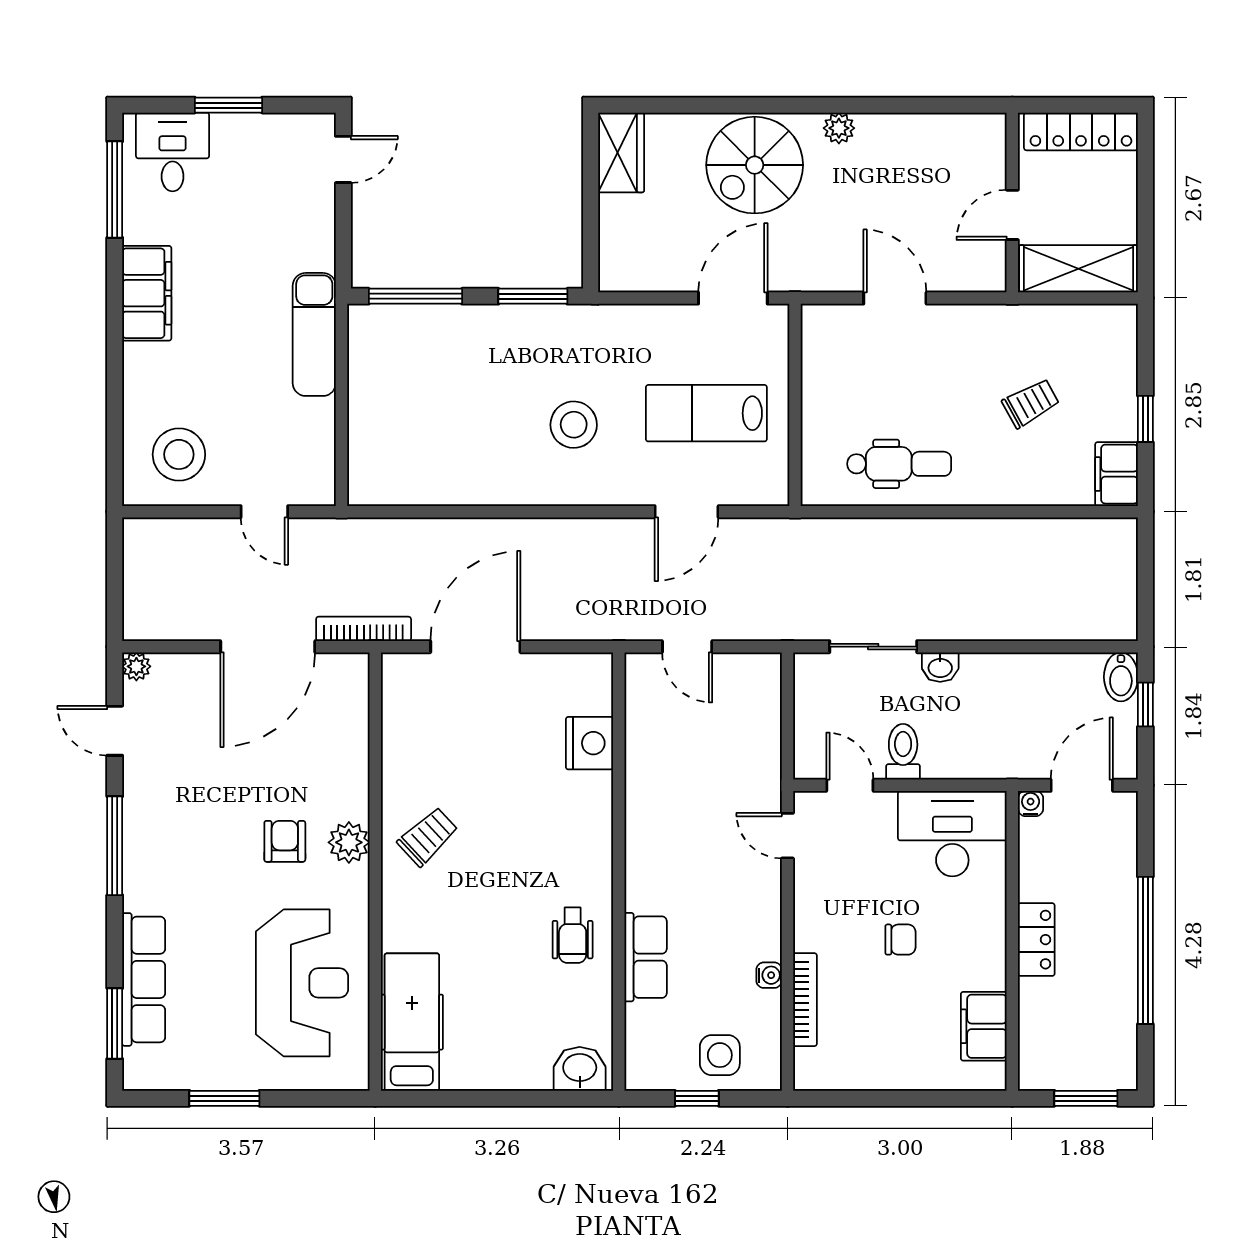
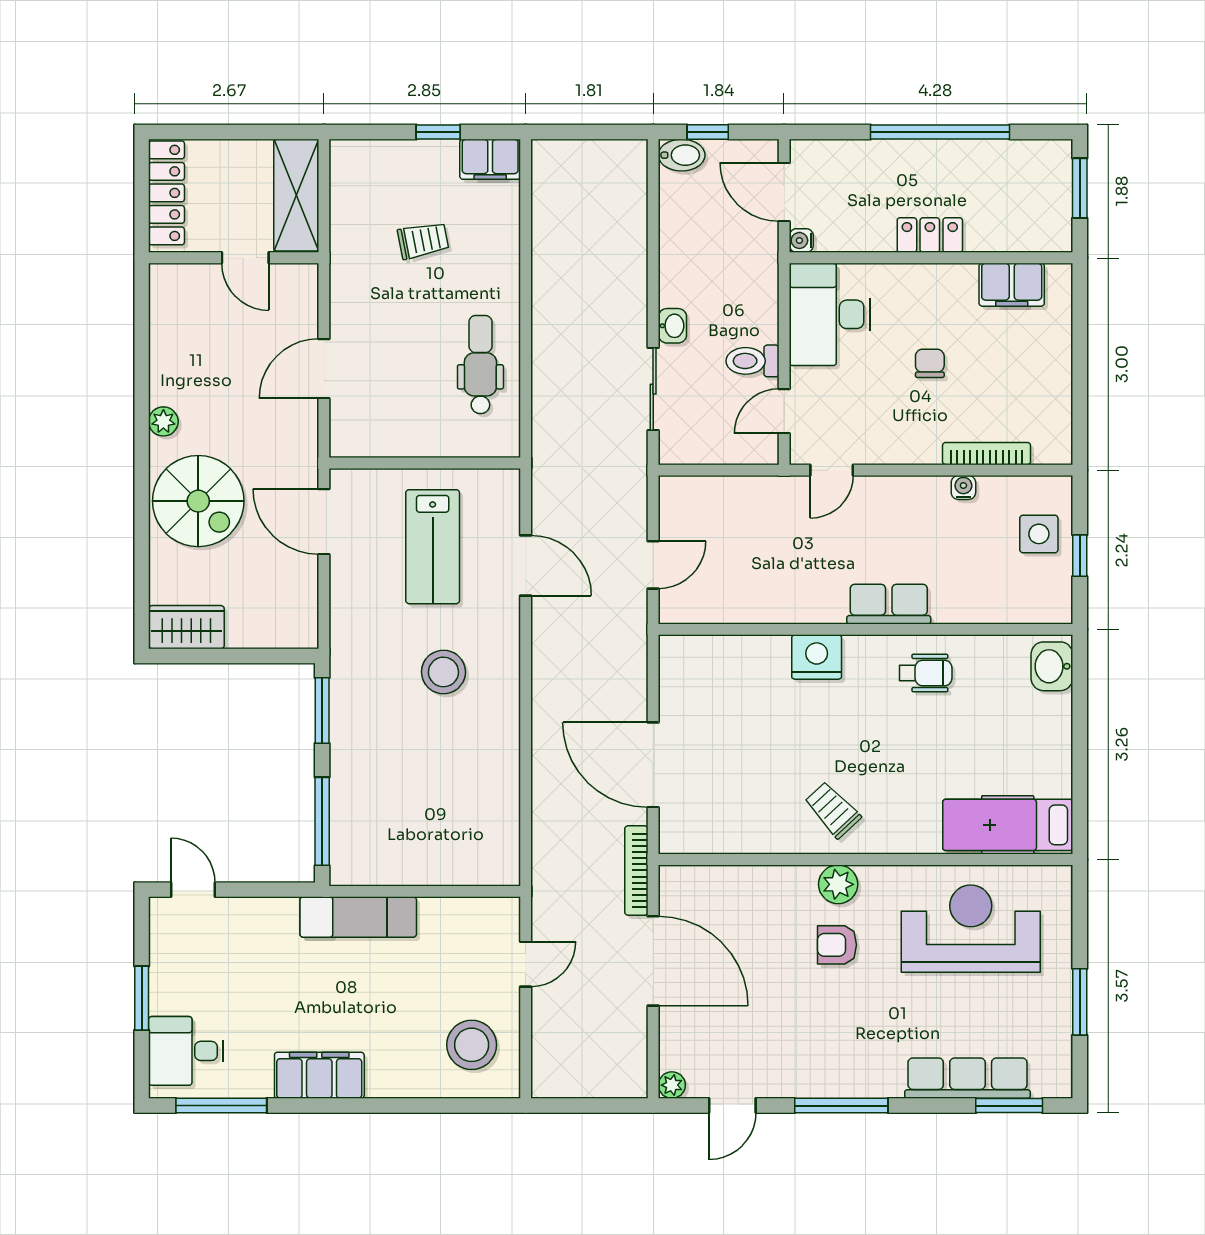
trolley: (1031, 403) -> (423, 240), turned 108
nightstand: (590, 743) -> (817, 657), moved
row of seats: (646, 957) -> (889, 604), moved

